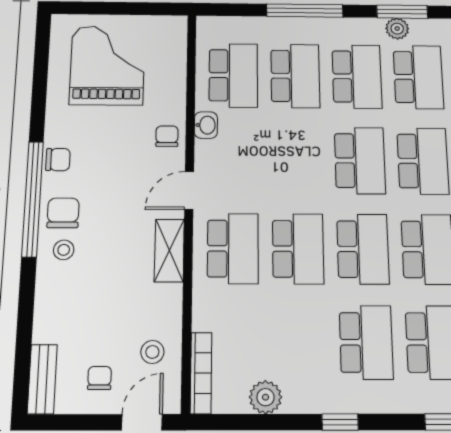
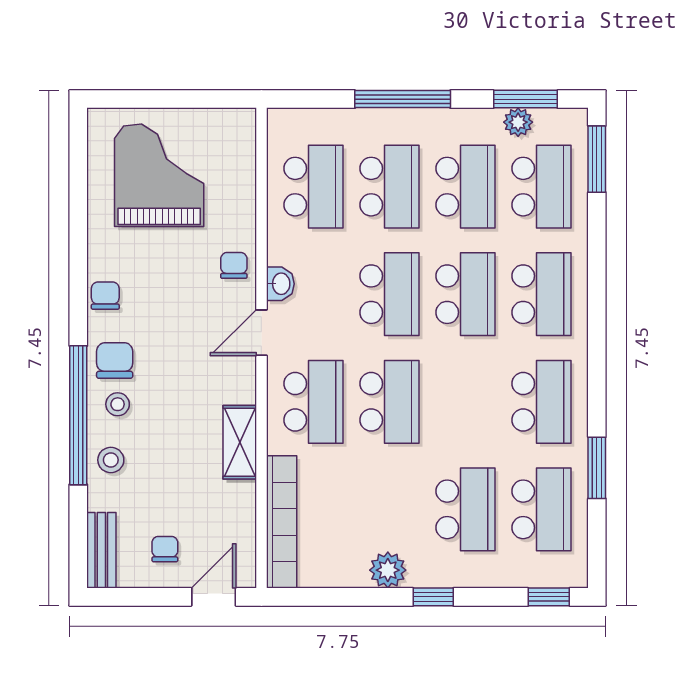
washbasin: (206, 125) -> (280, 284), moved
chair: (58, 160) -> (105, 296), turned -90
window: (33, 199) -> (78, 415), moved
school desk: (363, 249) -> (389, 294), moved
shelving: (169, 250) -> (240, 442), moved
stool: (152, 352) -> (111, 460), moved
bookcase: (201, 373) -> (282, 522), width x1.48, depth x1.31
plant: (265, 397) -> (388, 570), moved

